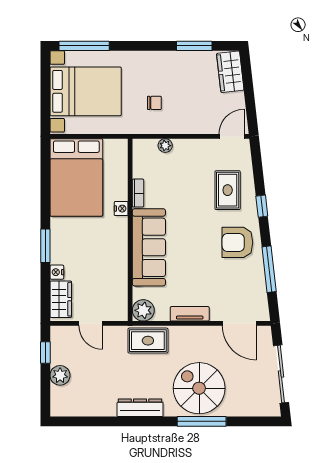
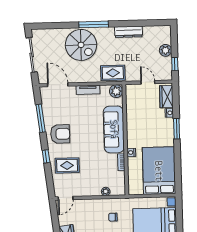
rug: (228, 190) -> (67, 165), turned 90
dresser: (140, 408) -> (129, 32), moved
window: (202, 421) -> (94, 24), moved

